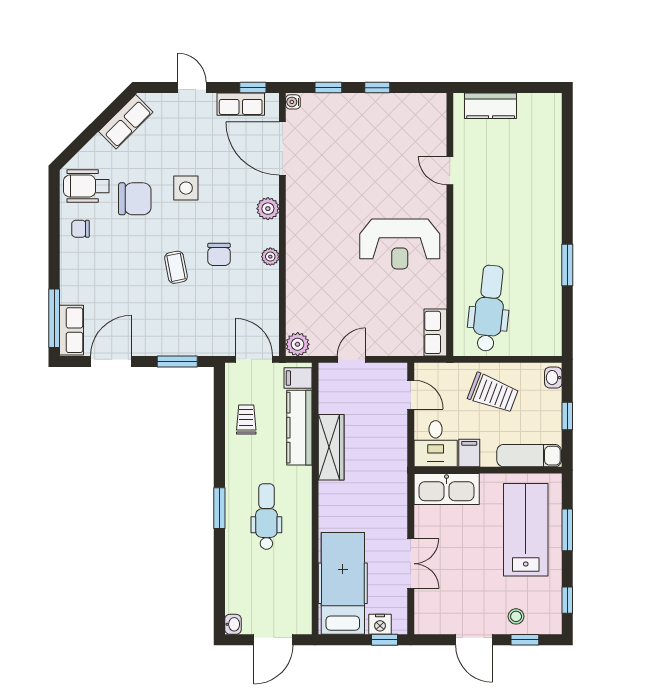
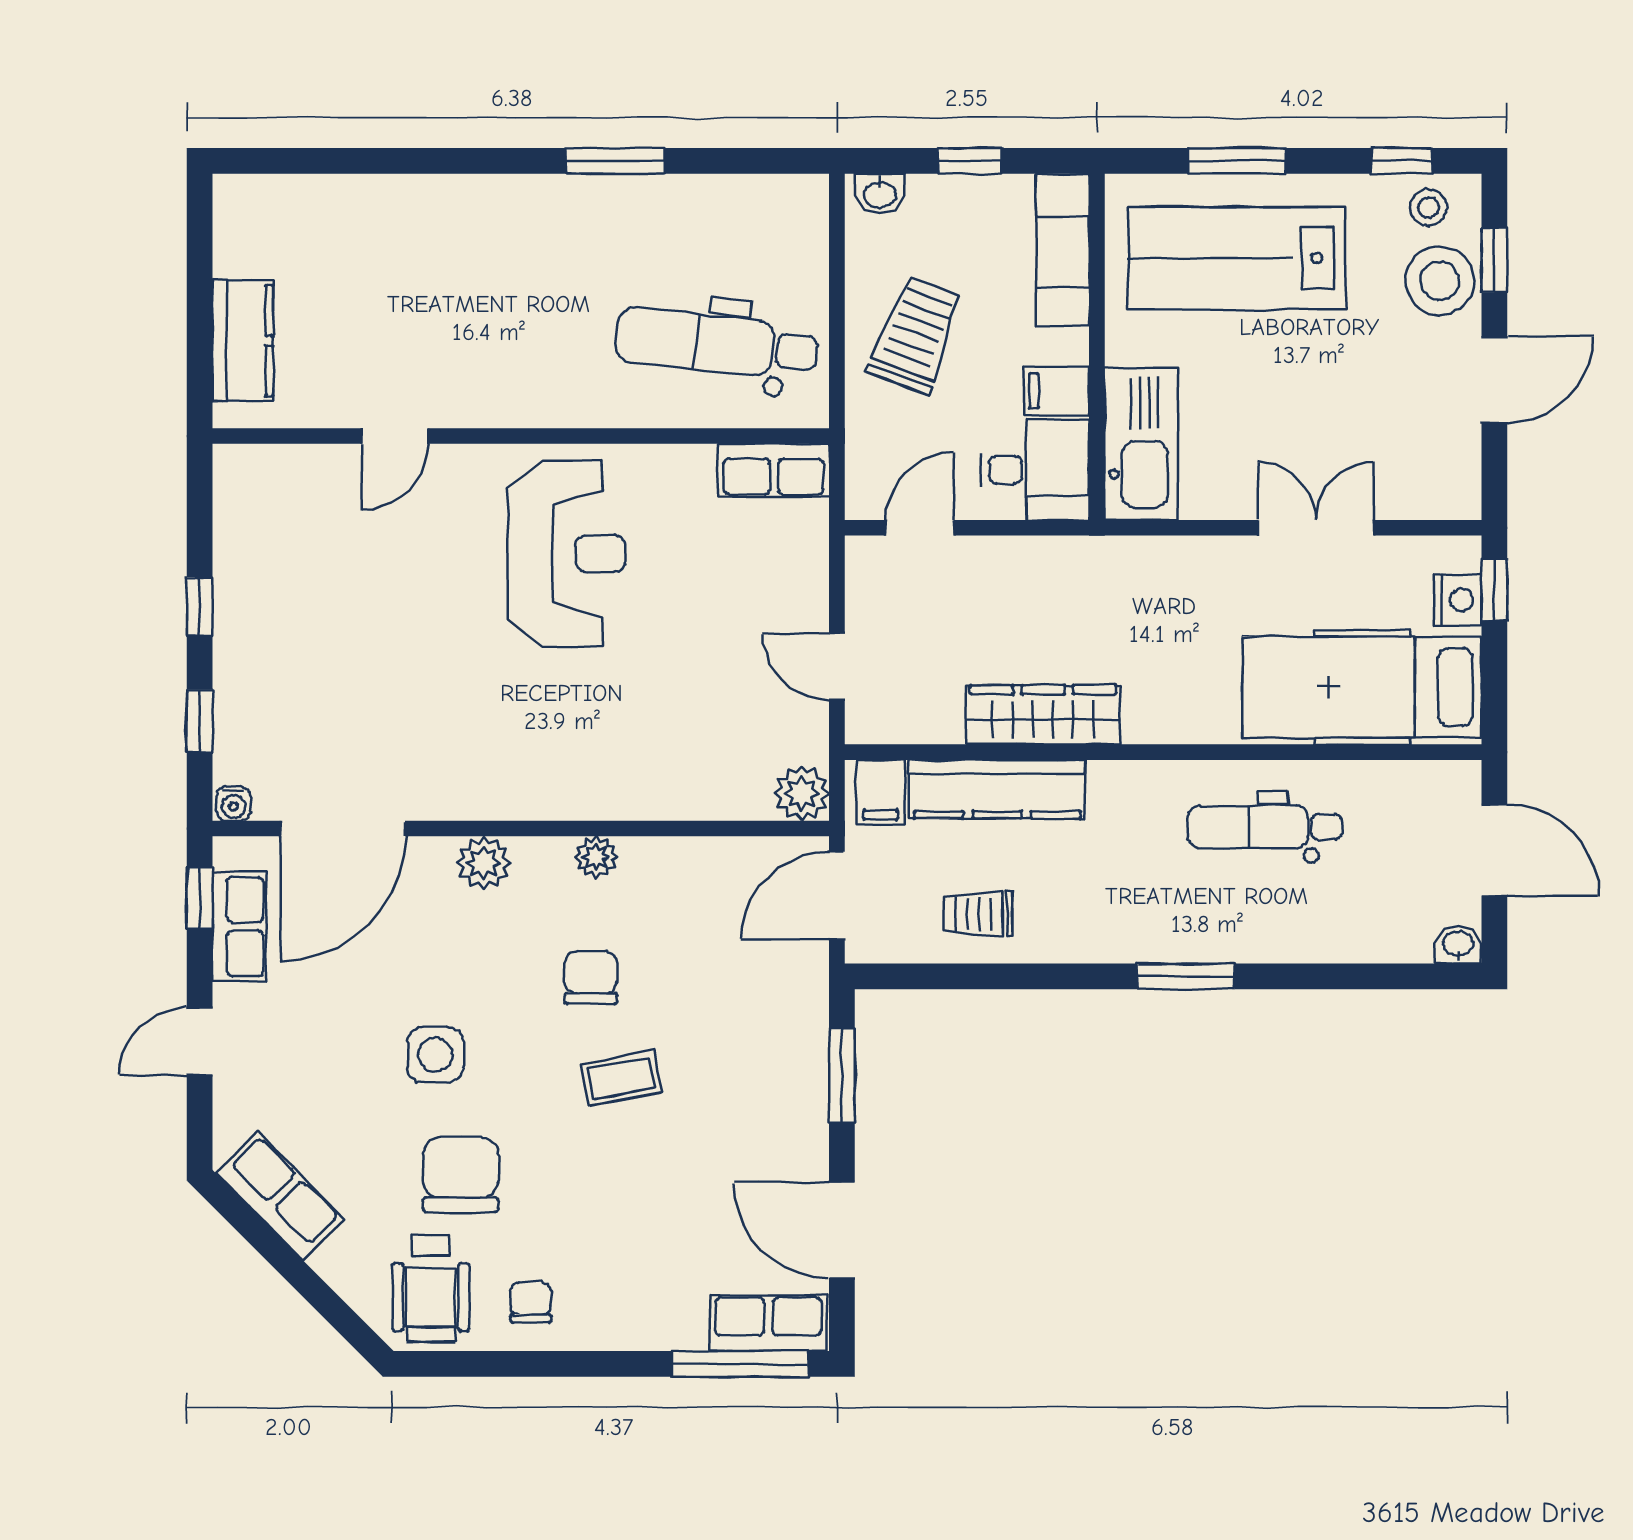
chair: (80, 229) -> (531, 1302), turned 180
chair: (219, 254) -> (591, 977), turned -90
dental chair: (266, 517) -> (1265, 827), moved
stool: (547, 612) -> (1429, 207), added
stool: (516, 616) -> (1440, 281), width x1.89, depth x1.89

